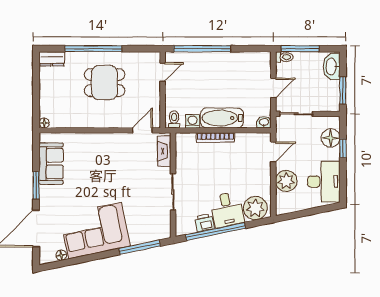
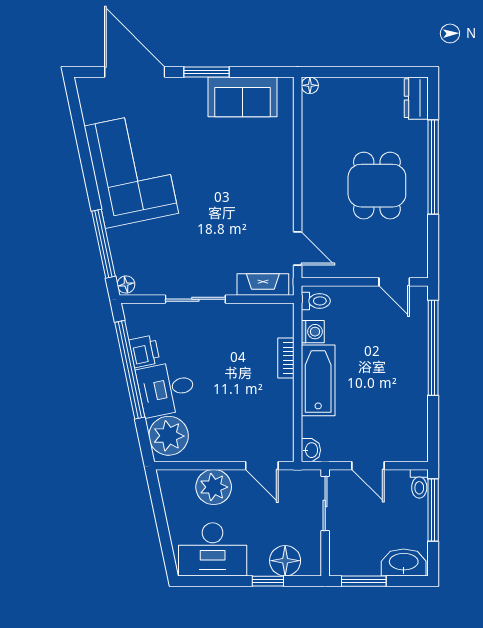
bookcase: (215, 137) -> (286, 358), width x0.64
floor lamp: (61, 255) -> (126, 284), moved

